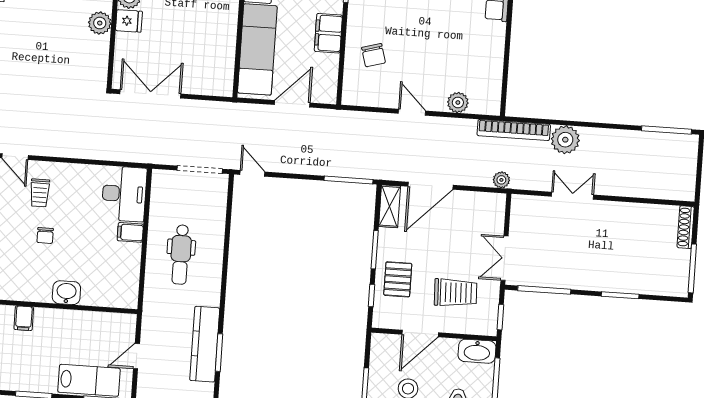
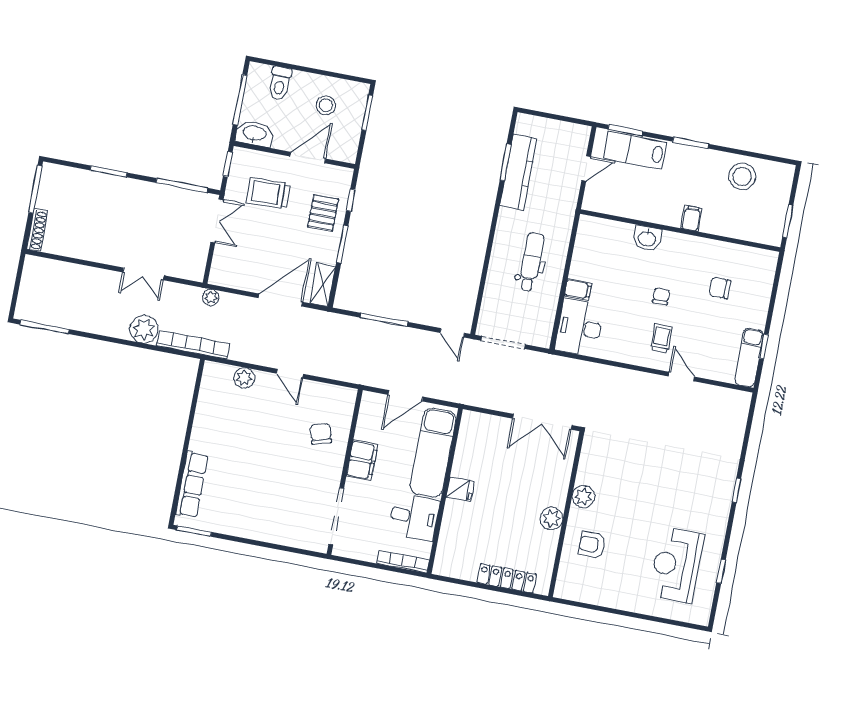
fridge: (129, 21) -> (460, 489), moved, turned 180
window: (349, 180) -> (384, 320), moved

